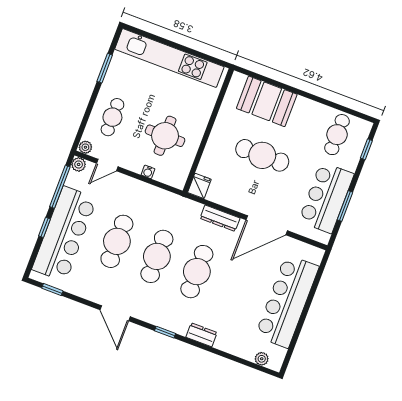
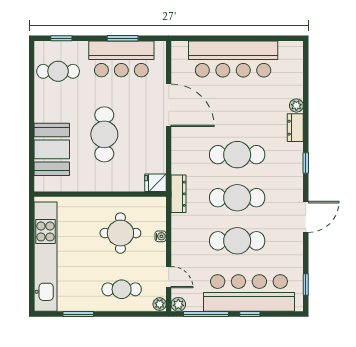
dresser: (220, 218) -> (179, 194), moved
plant: (262, 359) -> (296, 105), moved

